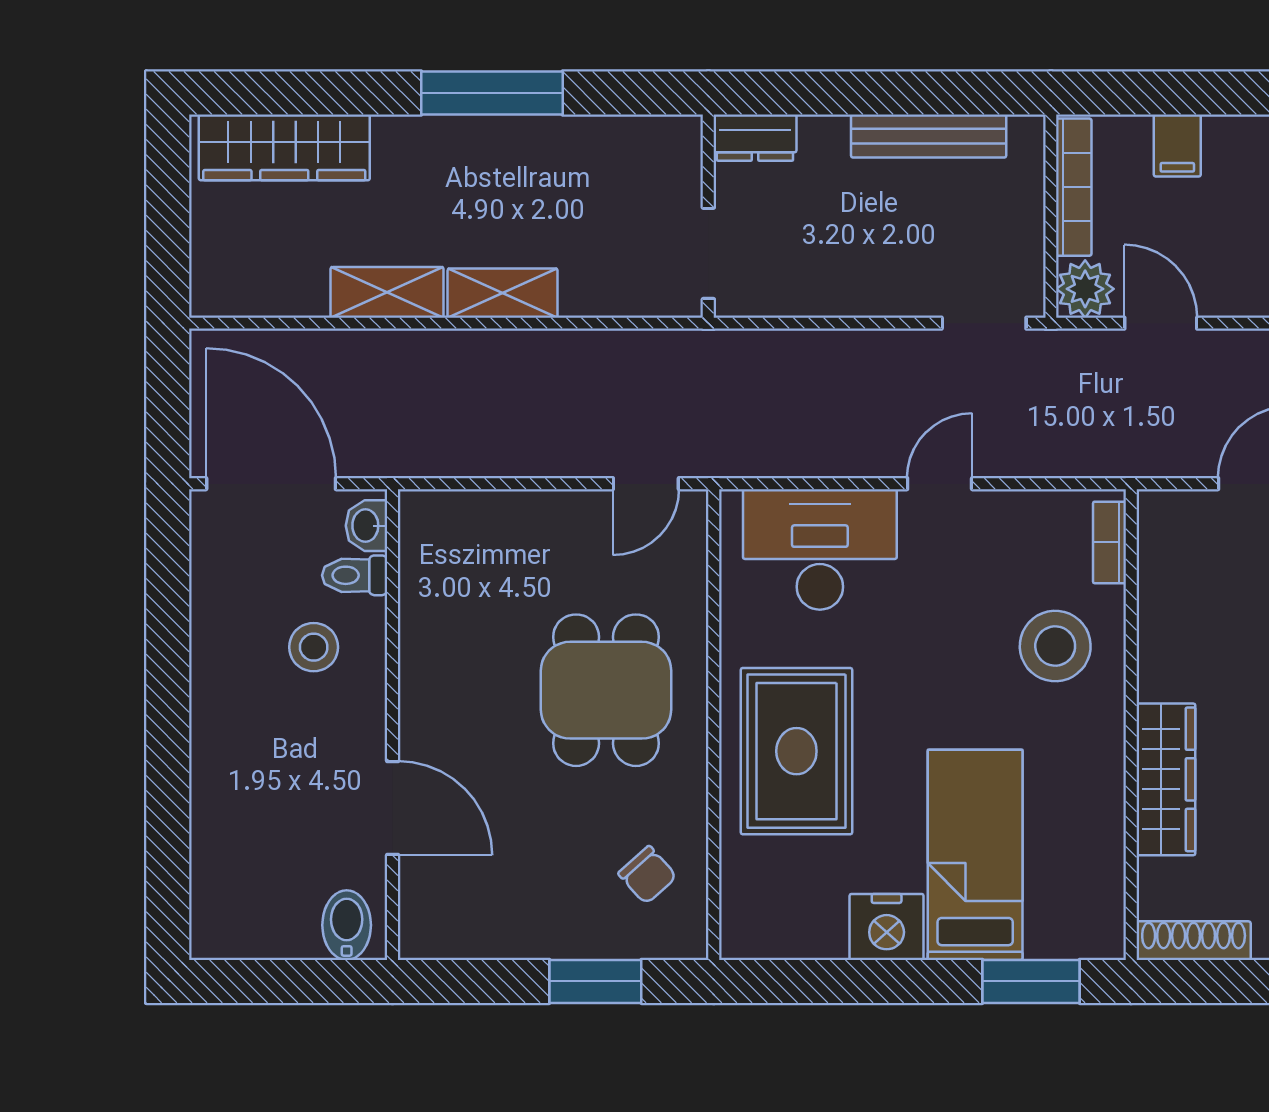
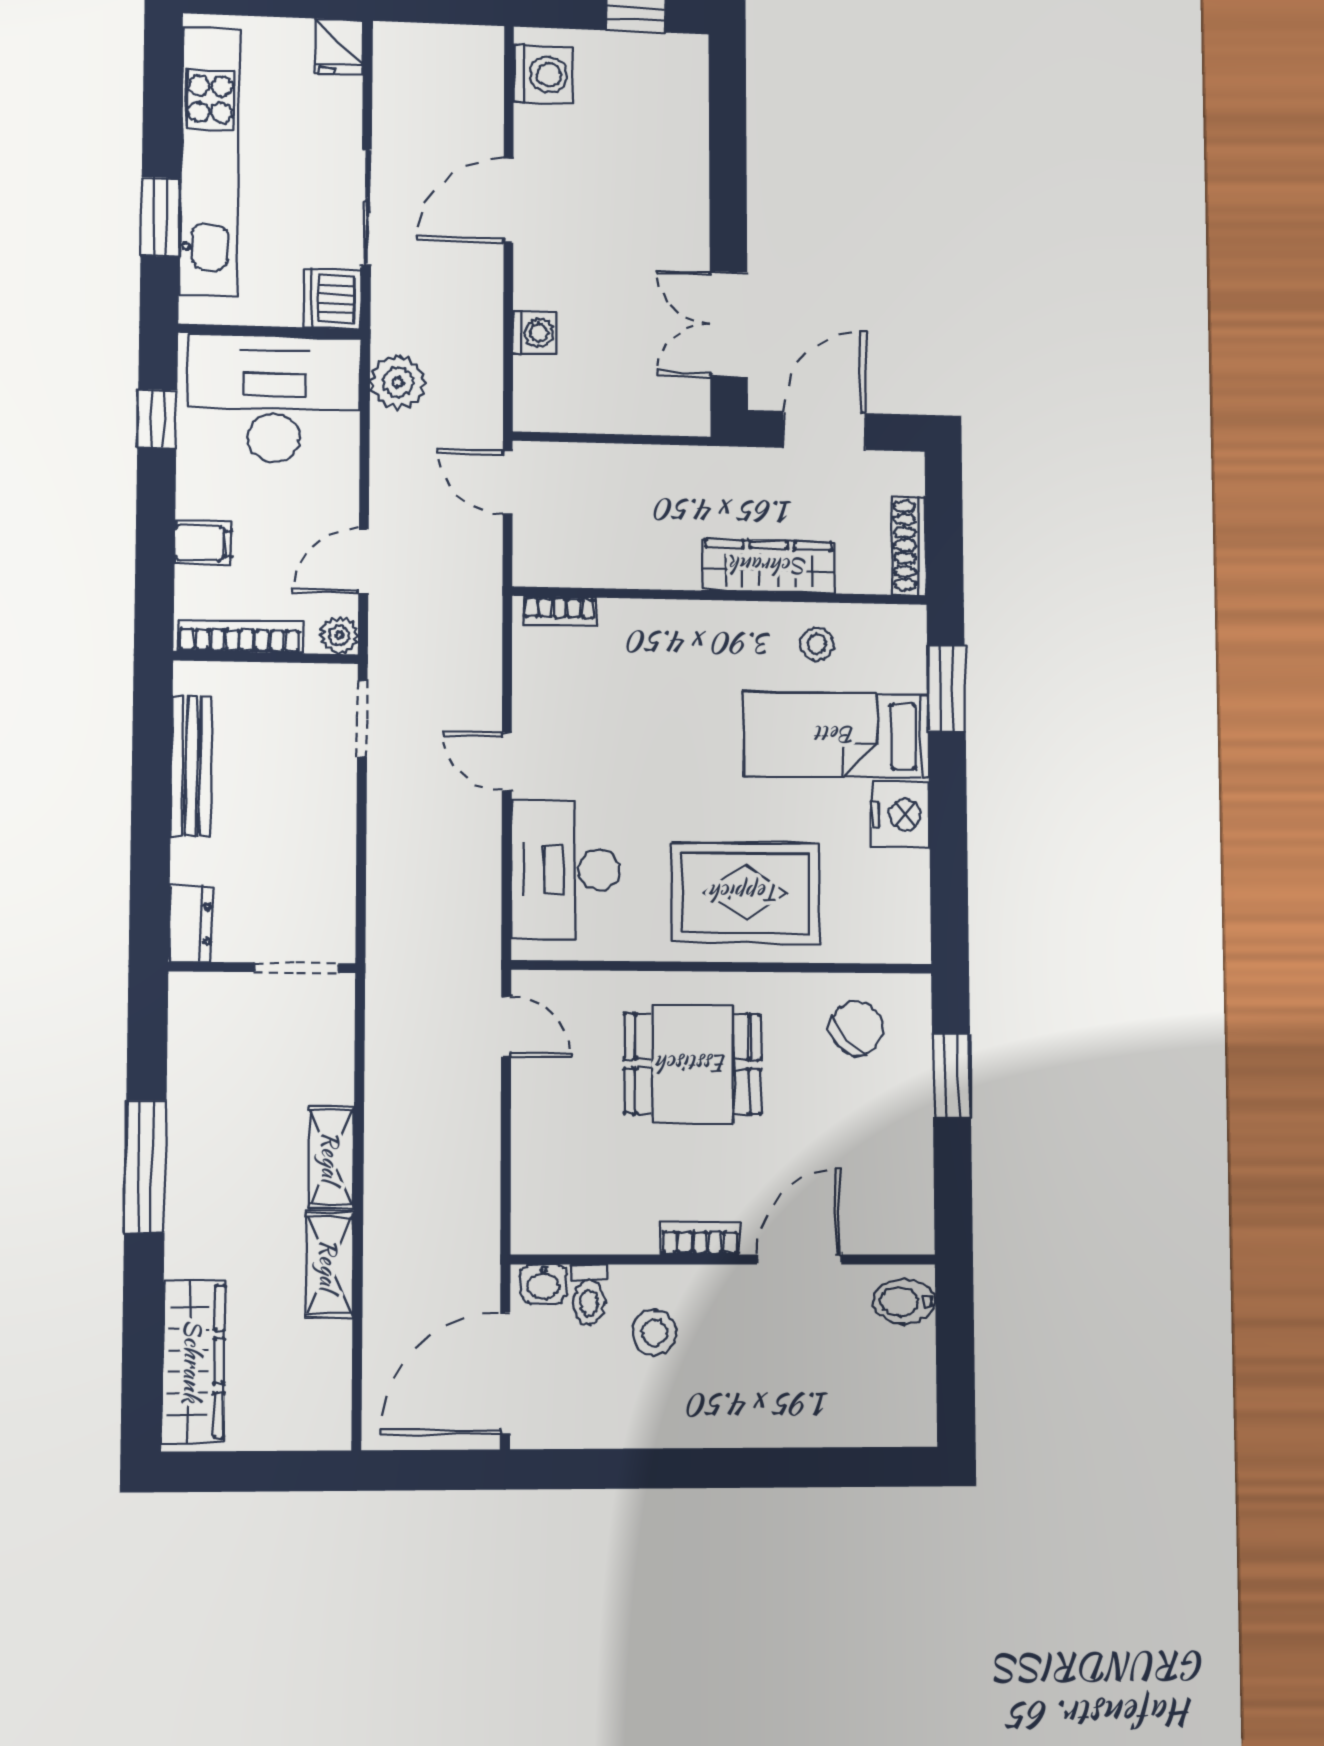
plant: (1085, 289) -> (339, 635), width x0.73, depth x0.73
stool: (1055, 646) -> (817, 644), moved, width x0.53, depth x0.53
bookcase: (416, 698) -> (700, 1238), added
chair: (647, 875) -> (857, 1028), width x1.37, depth x1.37

